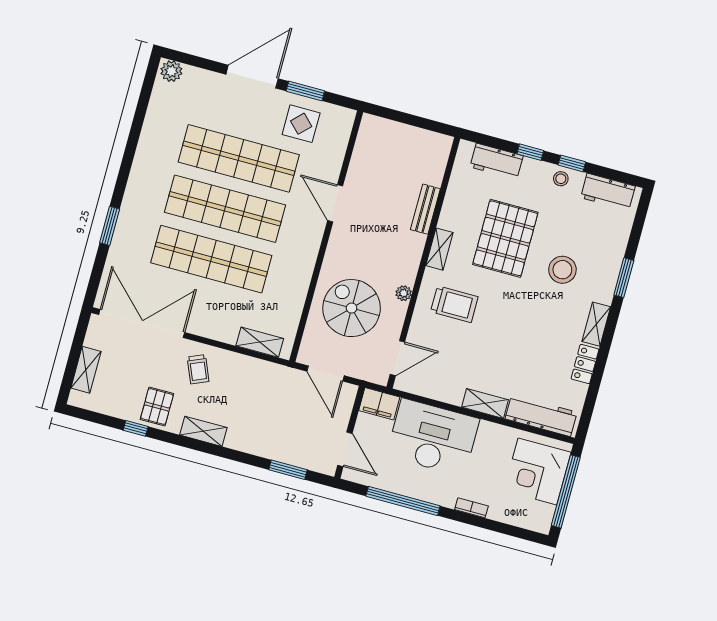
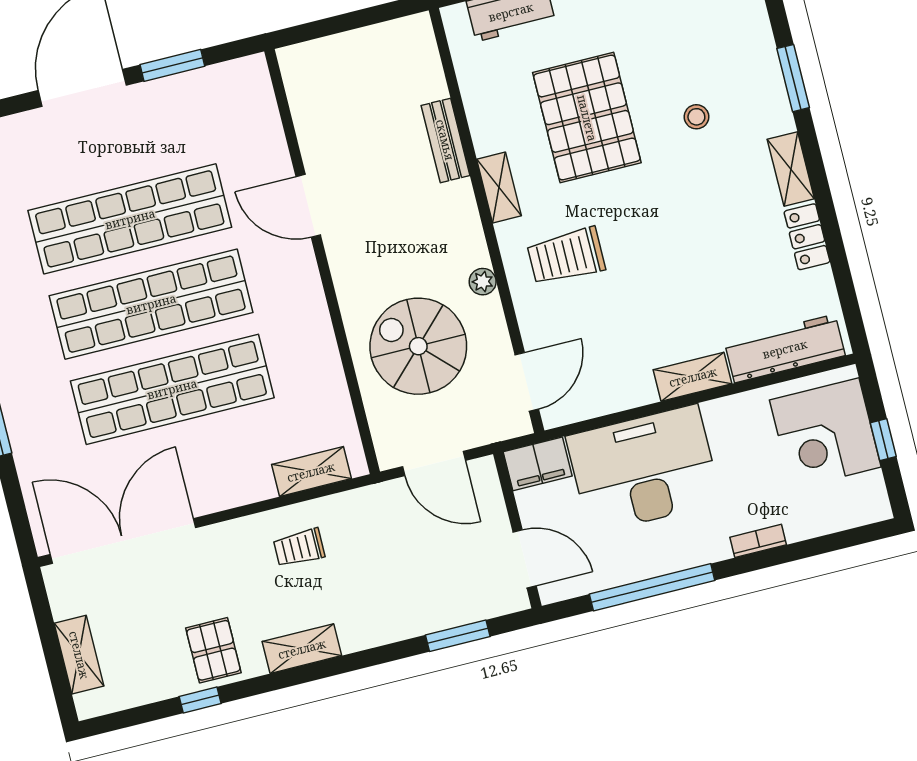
display table: (301, 124) -> (193, 117), removed
stool: (562, 270) -> (696, 117), width x0.53, depth x0.53
trolley: (454, 304) -> (566, 256), turned 180
trolley: (198, 369) -> (299, 548), moved, turned 113
window: (566, 491) -> (883, 440), width x0.32

